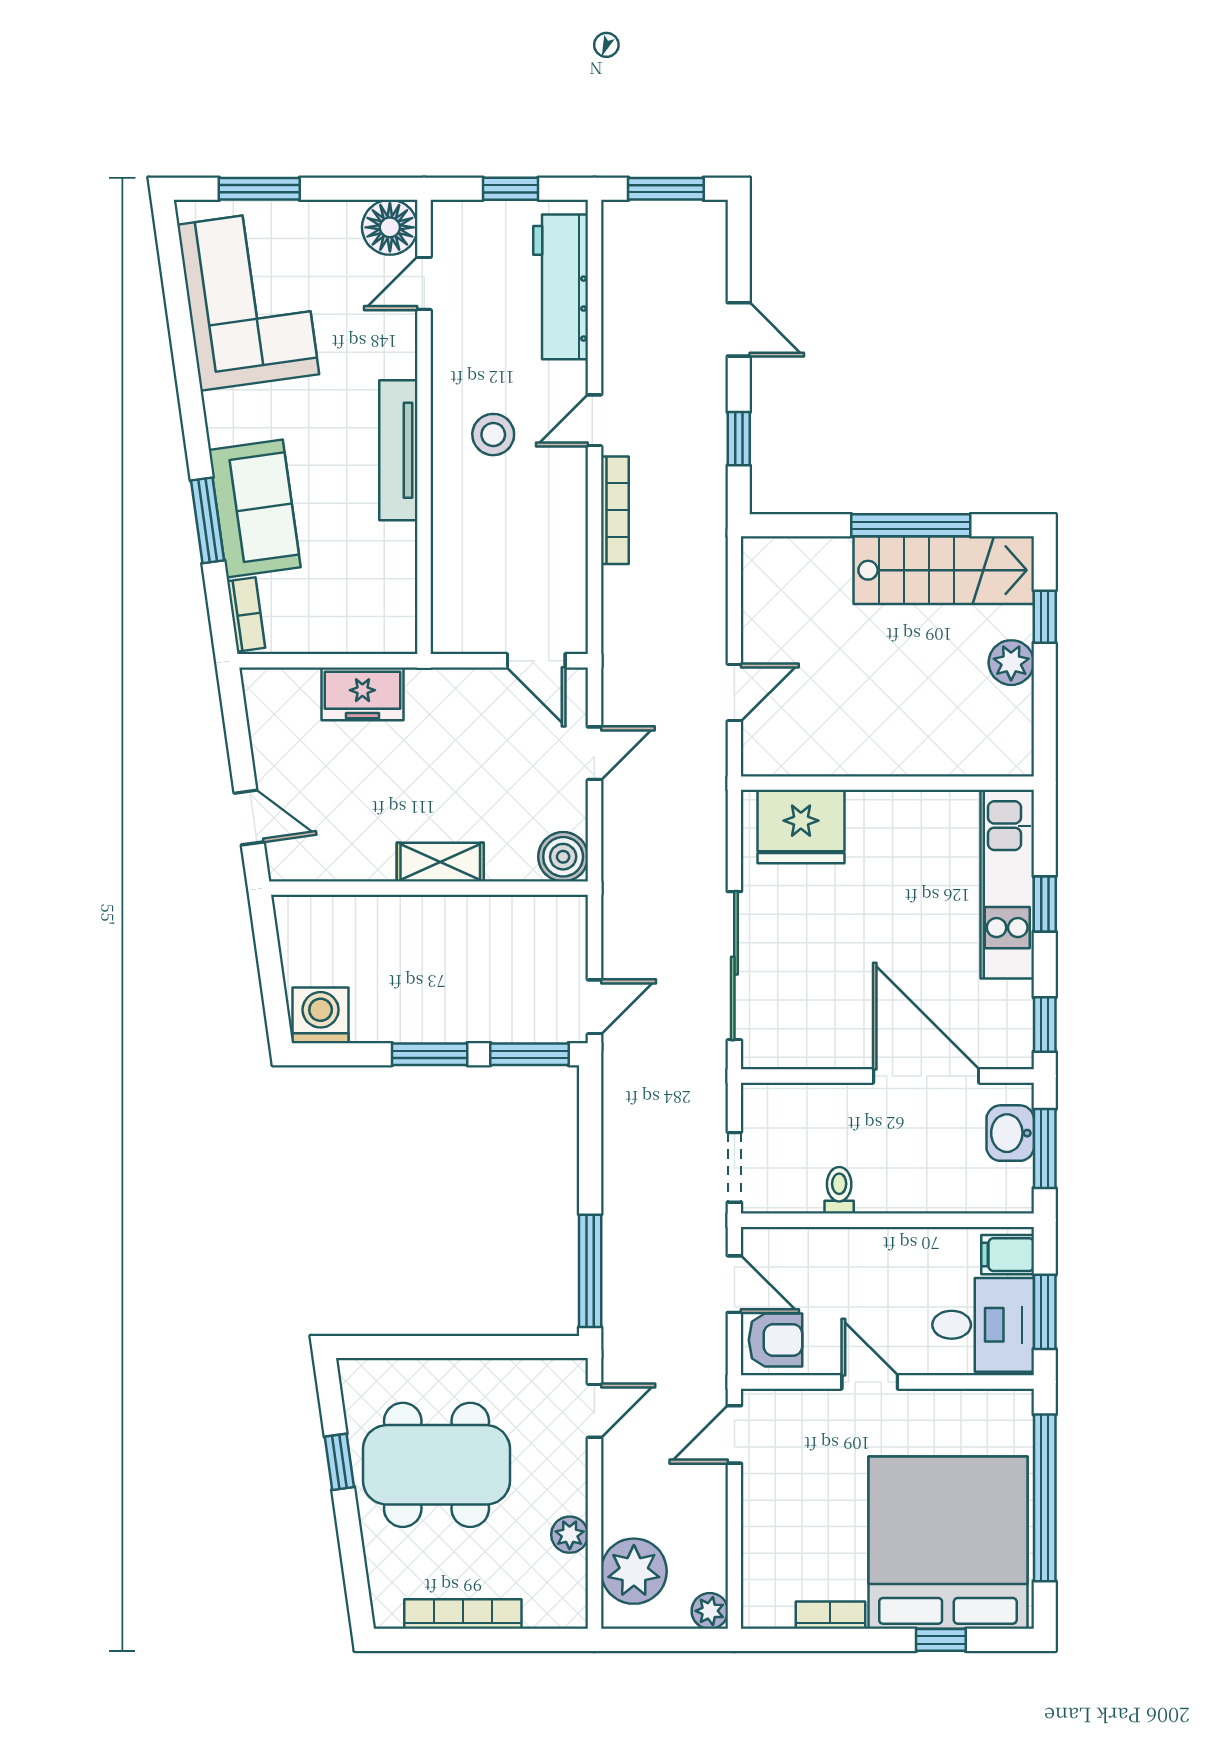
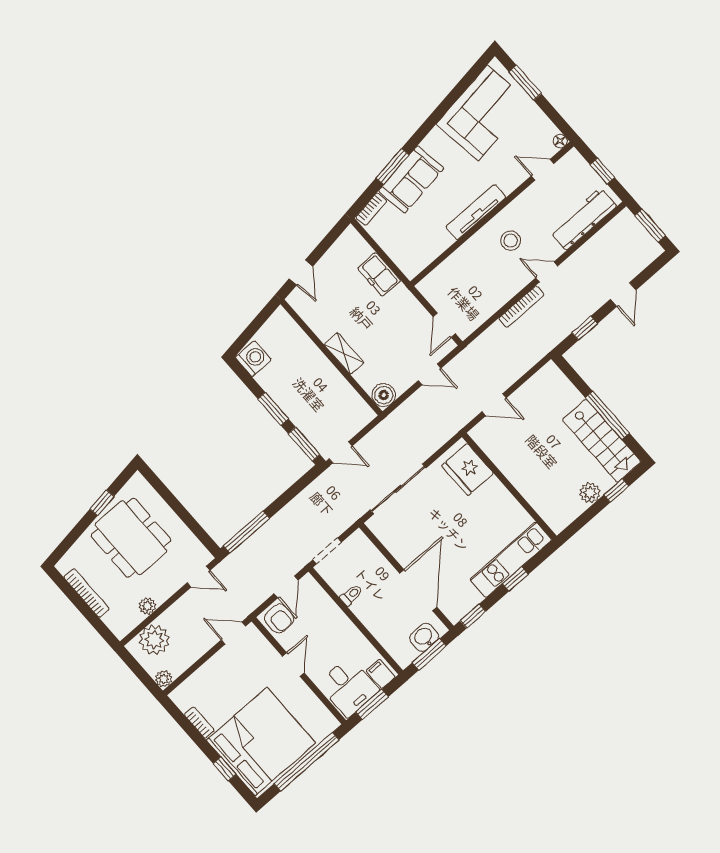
floor lamp: (390, 227) -> (560, 141), width x0.53, depth x0.53

